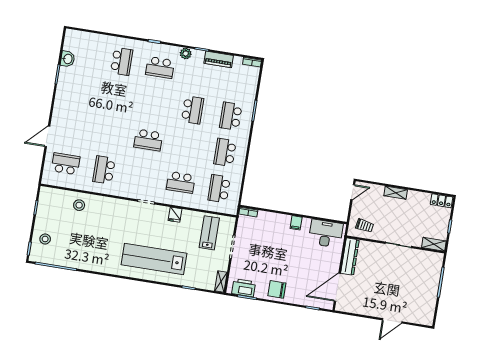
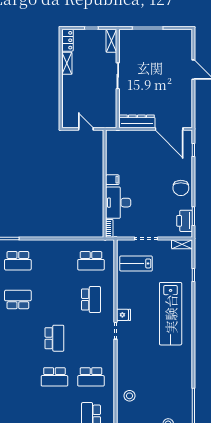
school desk: (225, 152) -> (54, 377), moved
door: (353, 192) -> (86, 129), moved
shelving: (396, 193) -> (67, 63), moved
fridge: (175, 215) -> (124, 315), moved
trolley: (365, 226) -> (104, 112), removed
desk: (326, 234) -> (118, 203), moved

